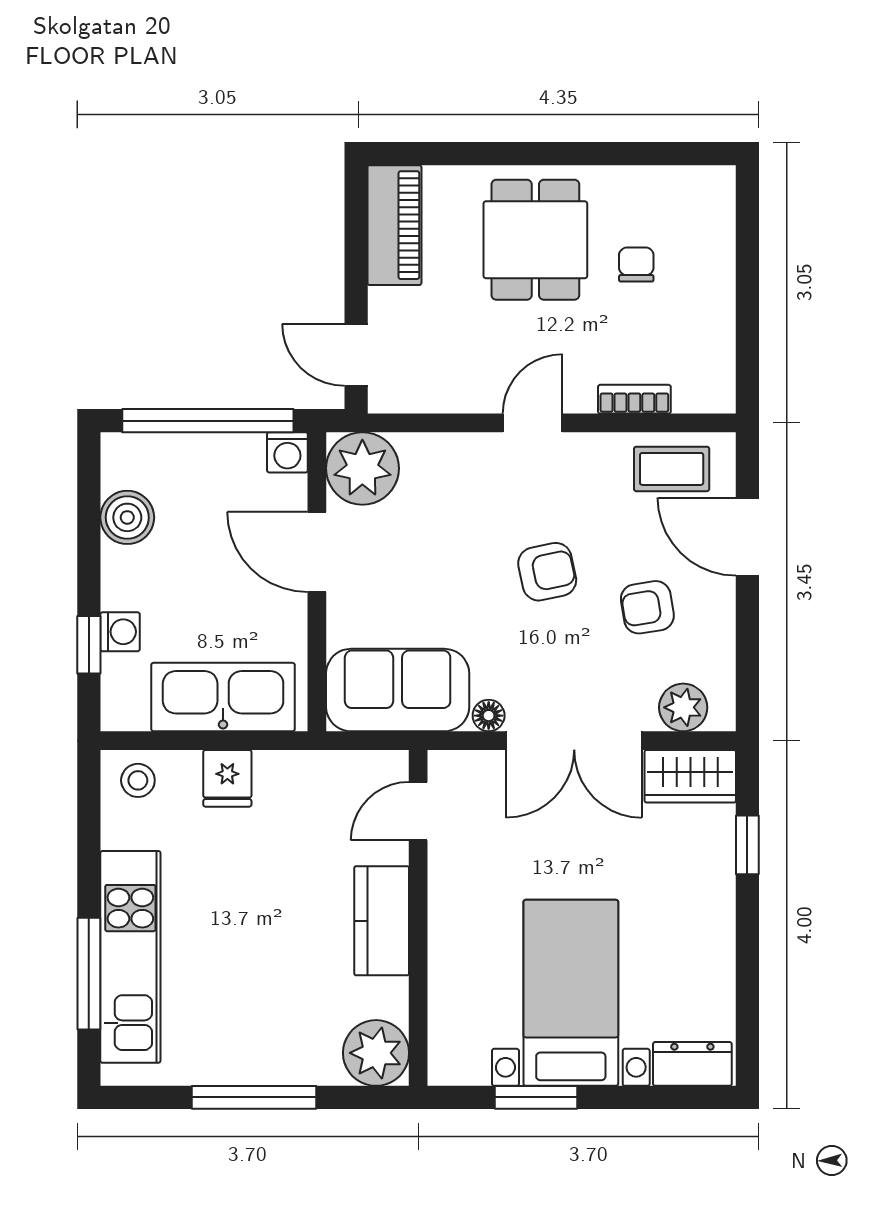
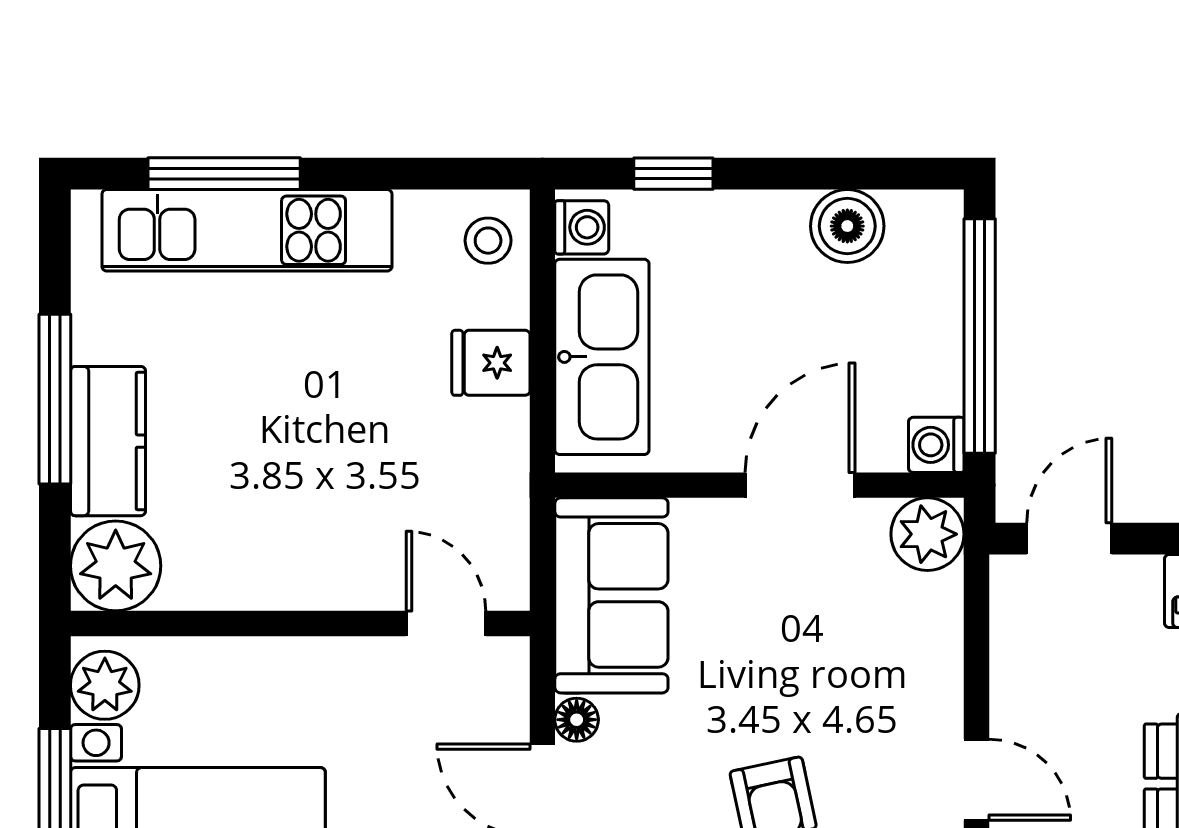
plant: (362, 468) -> (927, 534), width x0.73, depth x0.73
washing machine: (120, 632) -> (582, 227), moved, turned -90
kitchen counter: (382, 921) -> (108, 441), moved, turned 90
plant: (463, 1061) -> (105, 685), added

